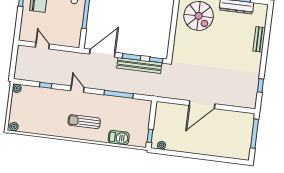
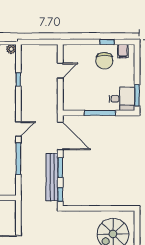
door: (77, 89) -> (18, 129), moved

